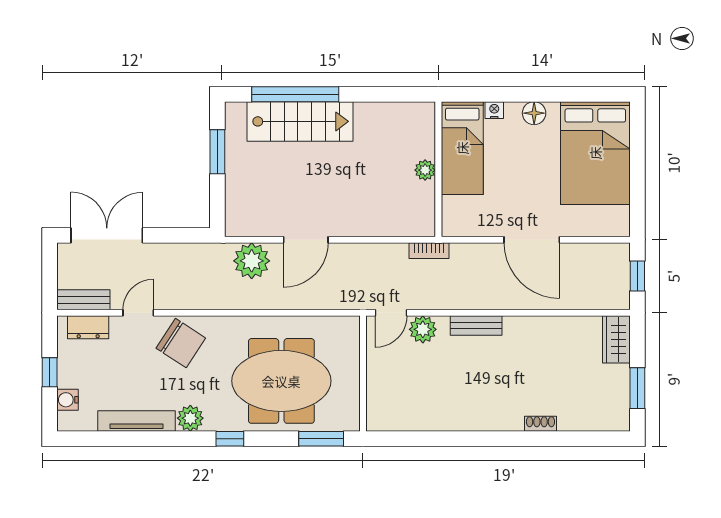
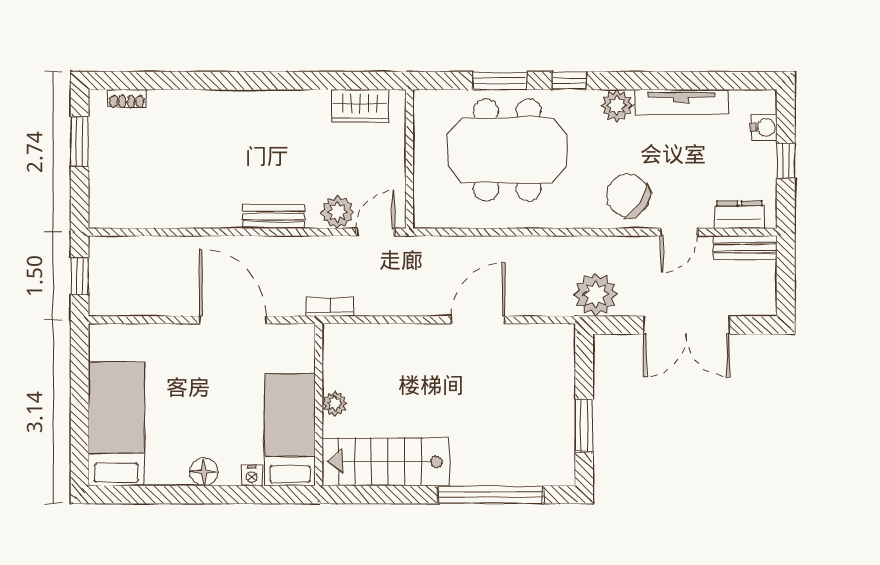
stairs: (300, 121) -> (386, 462), moved
bed: (595, 153) -> (116, 424), width x0.67
double door: (107, 235) -> (687, 325), moved
door: (532, 240) -> (233, 320), moved
plant: (252, 261) -> (596, 294), moved
wardrobe: (616, 339) -> (360, 106), moved, turned 90
shoe rack: (540, 424) -> (127, 99), moved
window: (321, 439) -> (500, 81), moved

